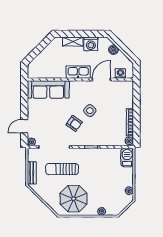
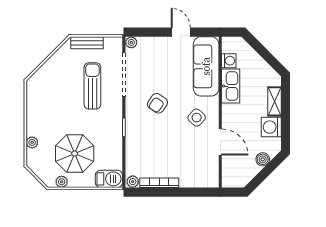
kitchen sink: (78, 72) -> (231, 86), moved
washing machine: (120, 74) -> (229, 61), moved
side table: (90, 111) -> (197, 118), moved
door: (24, 126) -> (181, 32), moved
parasol: (74, 199) -> (75, 154), moved

